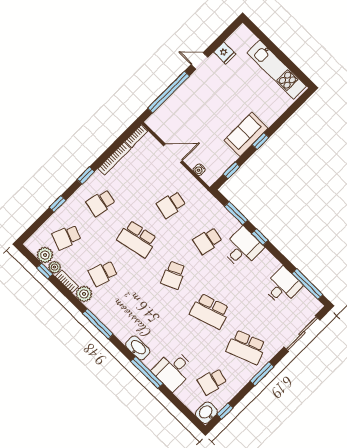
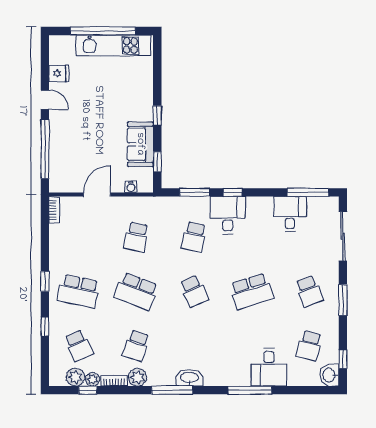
window: (279, 54) -> (103, 31), added
door: (199, 61) -> (45, 100), swing flipped
sofa: (246, 134) -> (140, 144), moved
bookcase: (114, 159) -> (54, 245), removed
school desk: (101, 203) -> (79, 291), width x1.85
school desk: (67, 237) -> (79, 346), turned -45
school desk: (137, 239) -> (136, 291), turned 33
school desk: (246, 347) -> (309, 291), width x0.54
washbasin: (138, 348) -> (189, 378), moved

